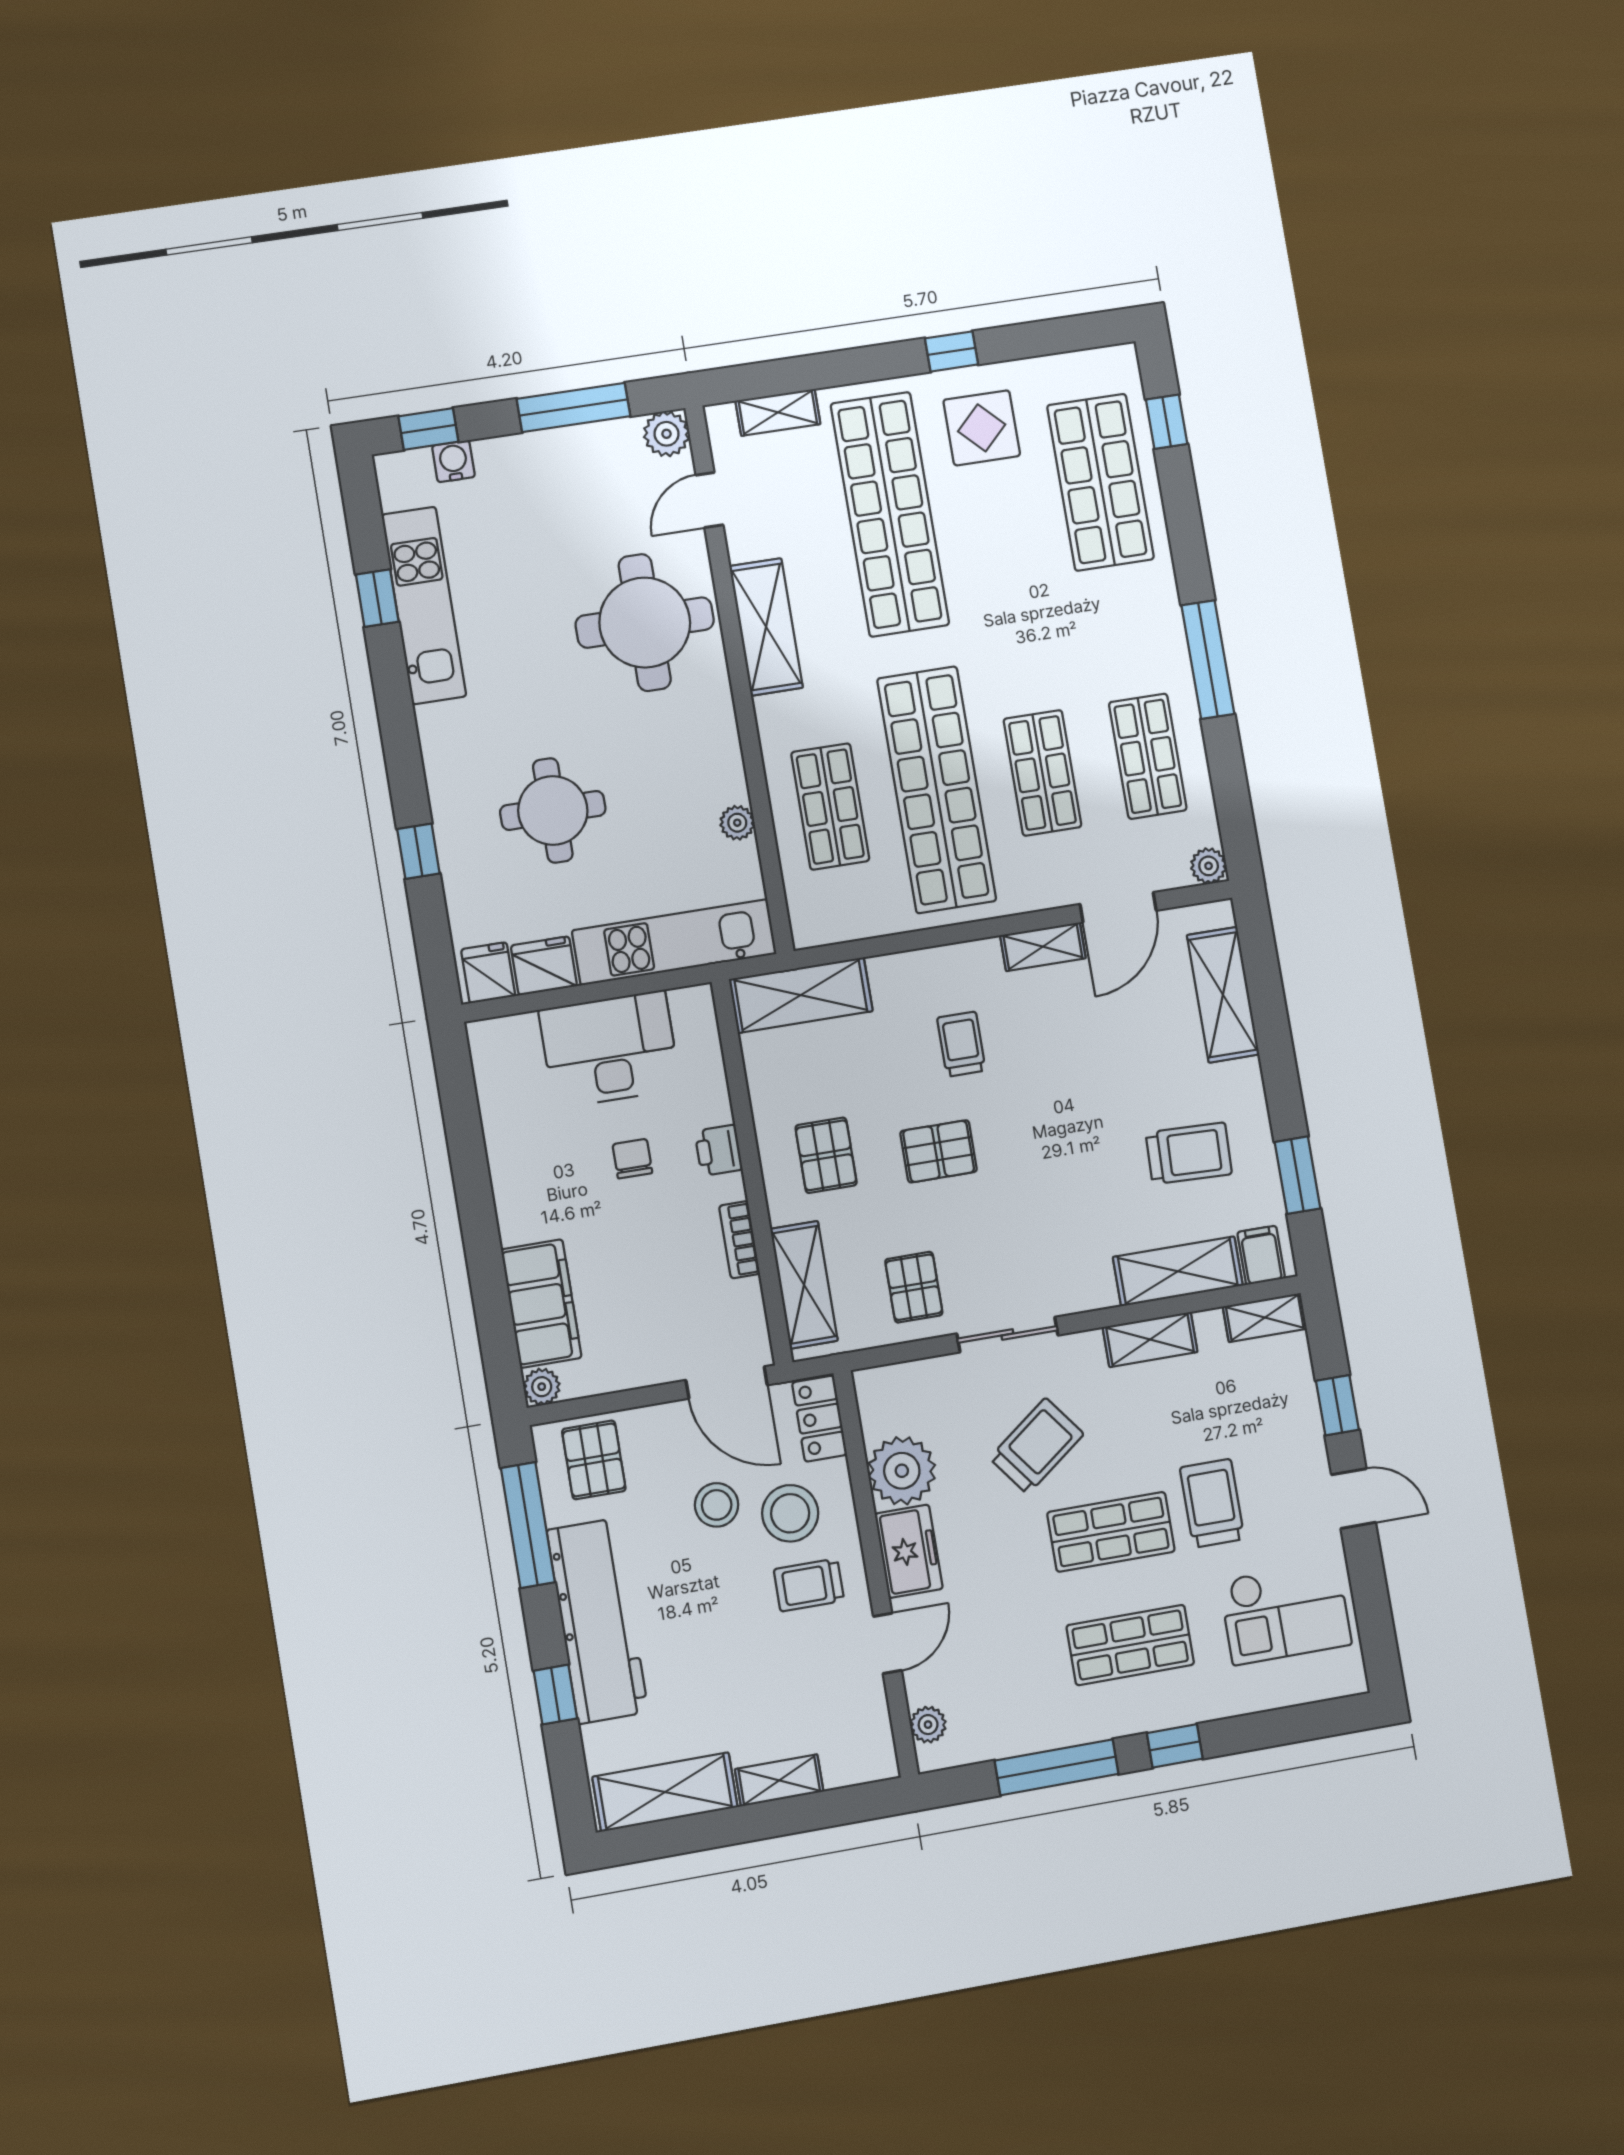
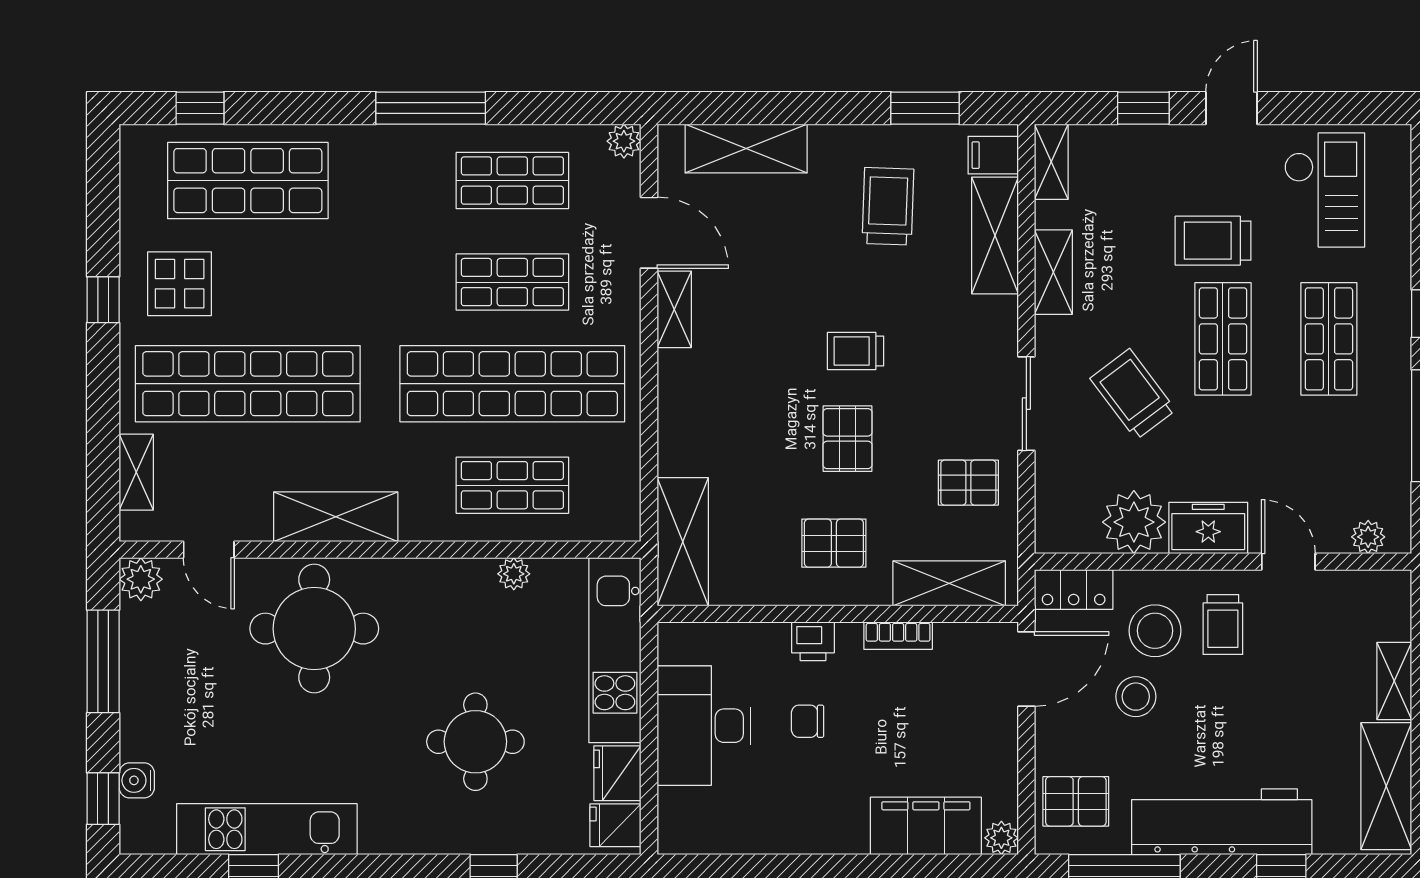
trolley: (961, 1044) -> (856, 351), moved

